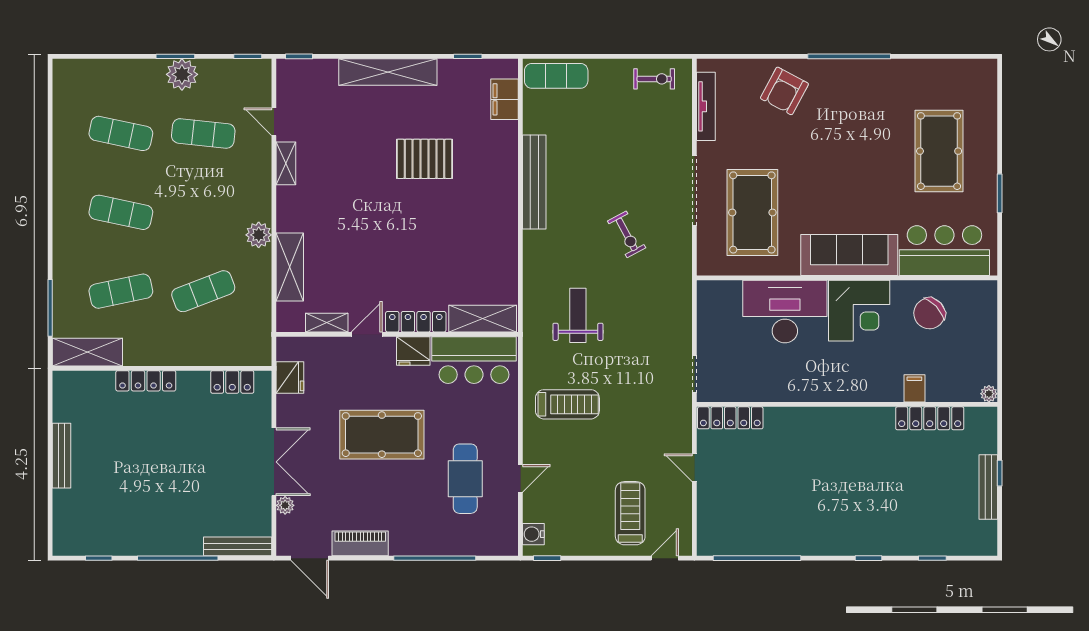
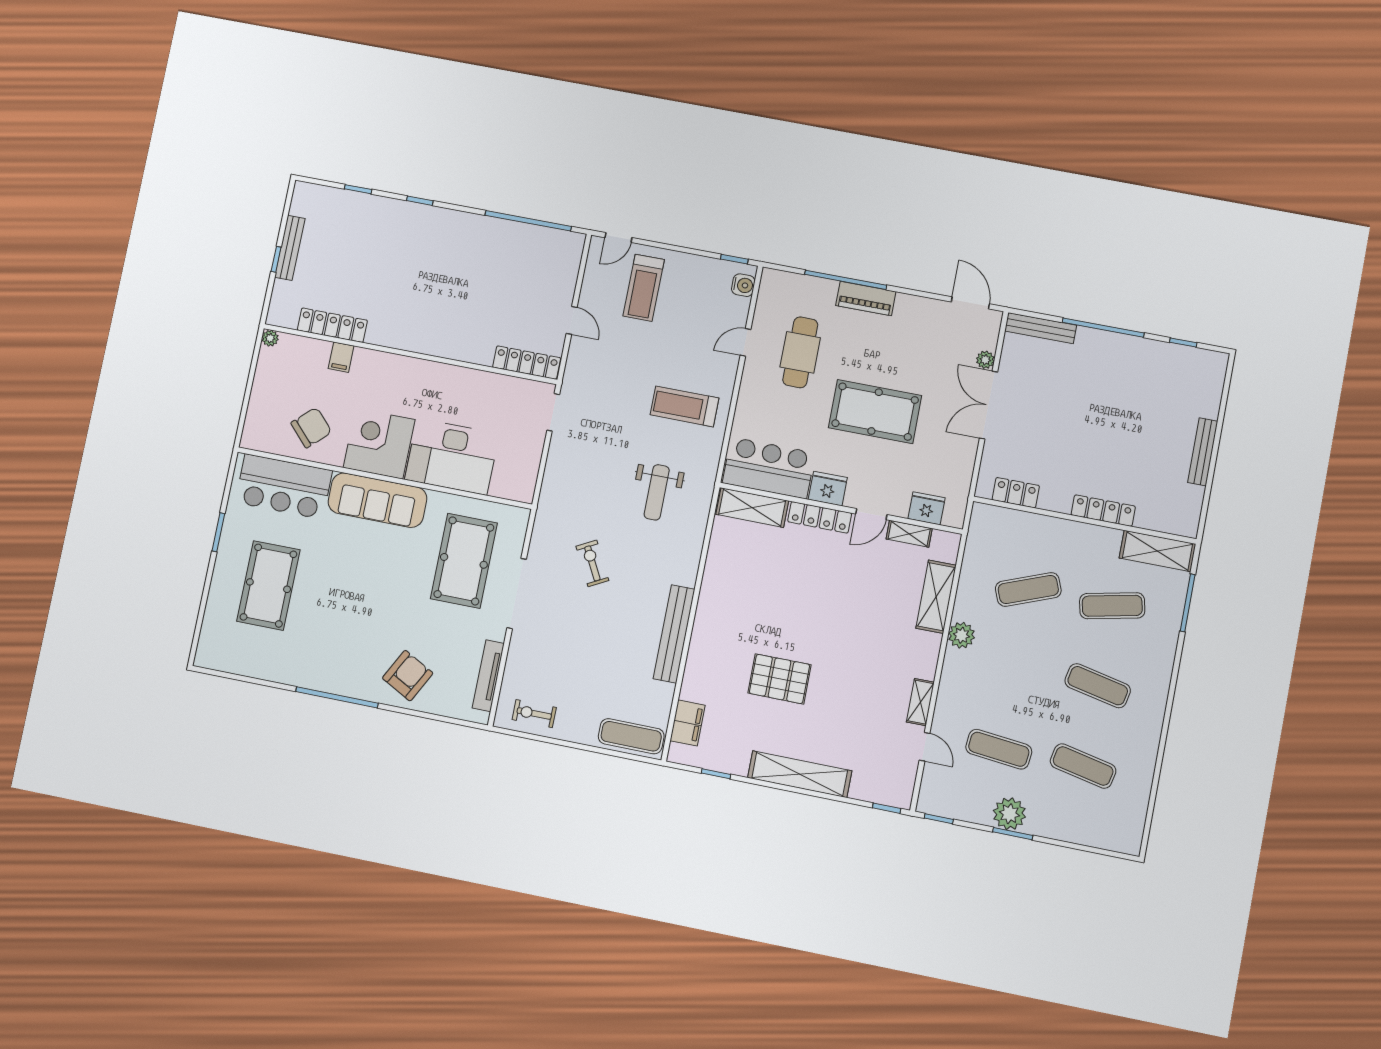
fridge: (290, 378) -> (927, 508), moved, turned 90
piano: (360, 543) -> (866, 299), moved

